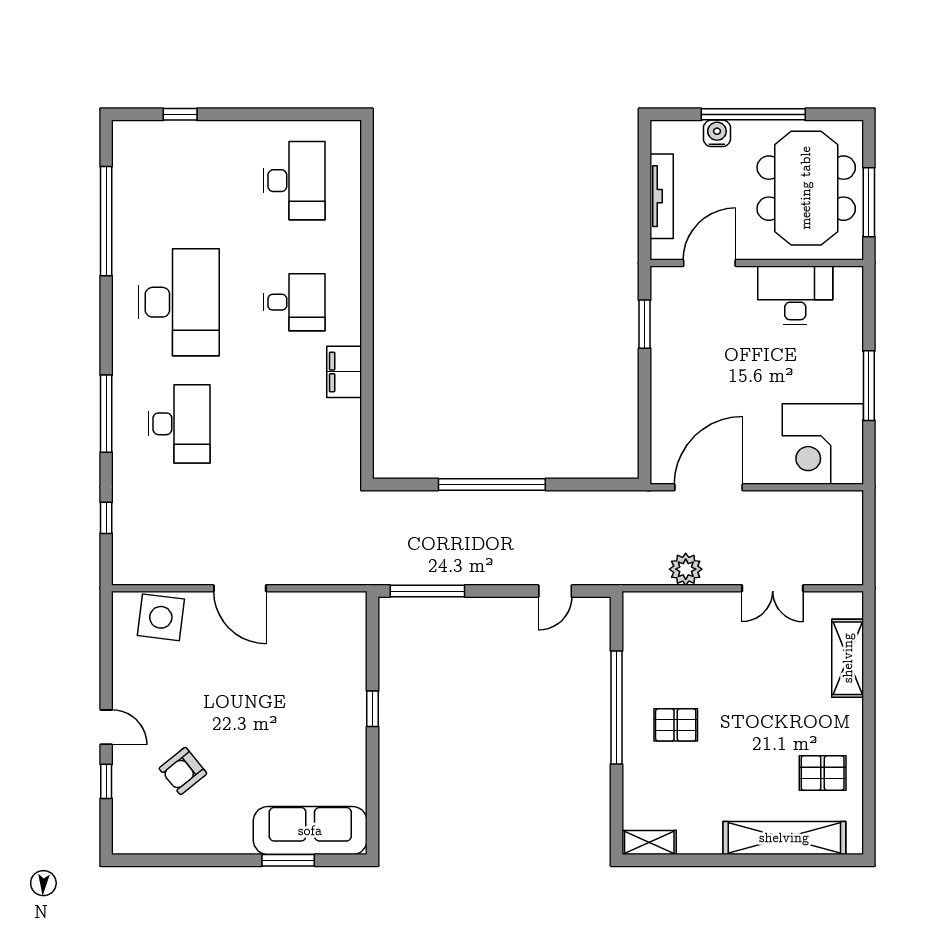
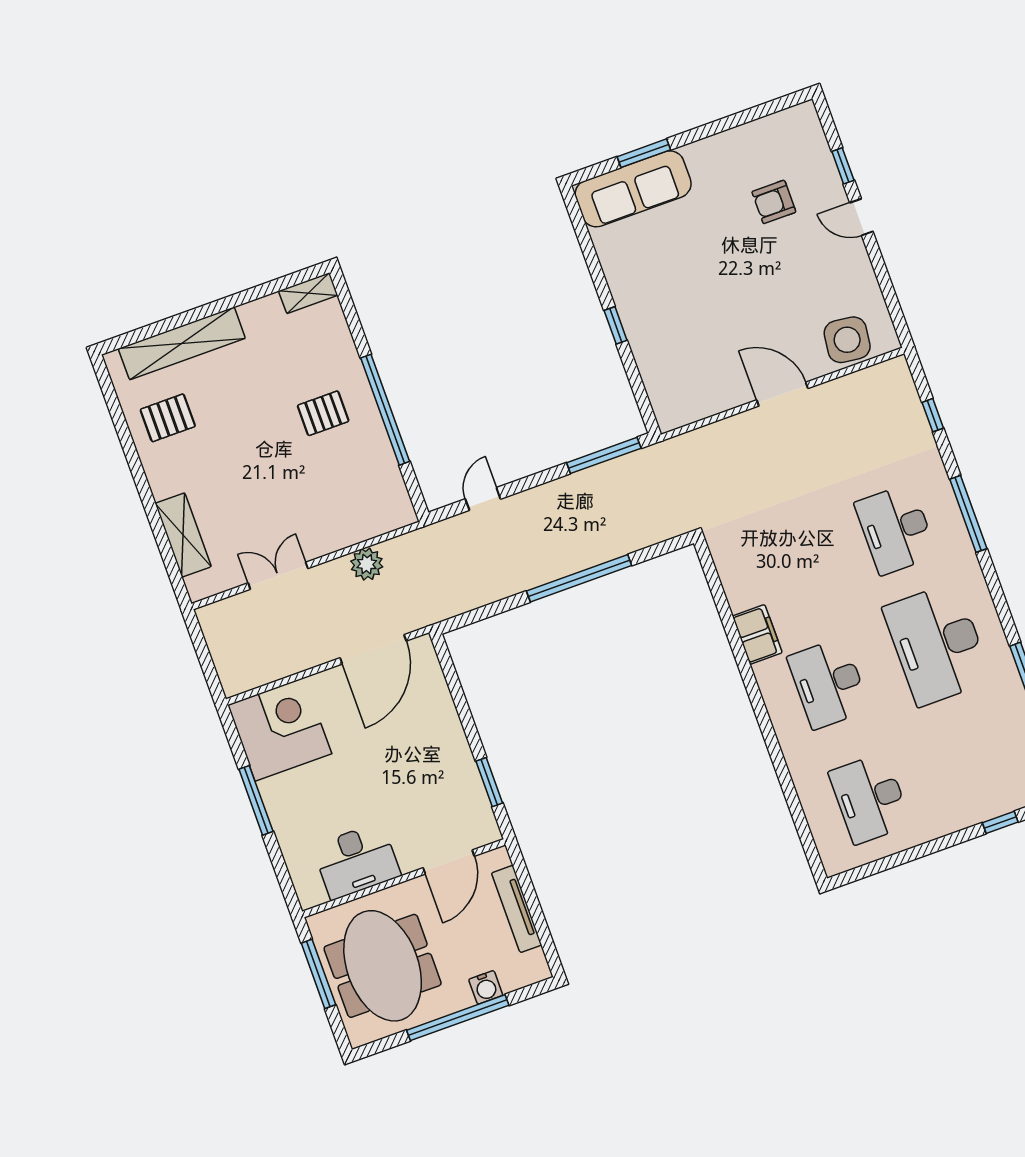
desk: (294, 302) -> (828, 683), width x1.37
armchair: (183, 771) -> (774, 202), turned -141

